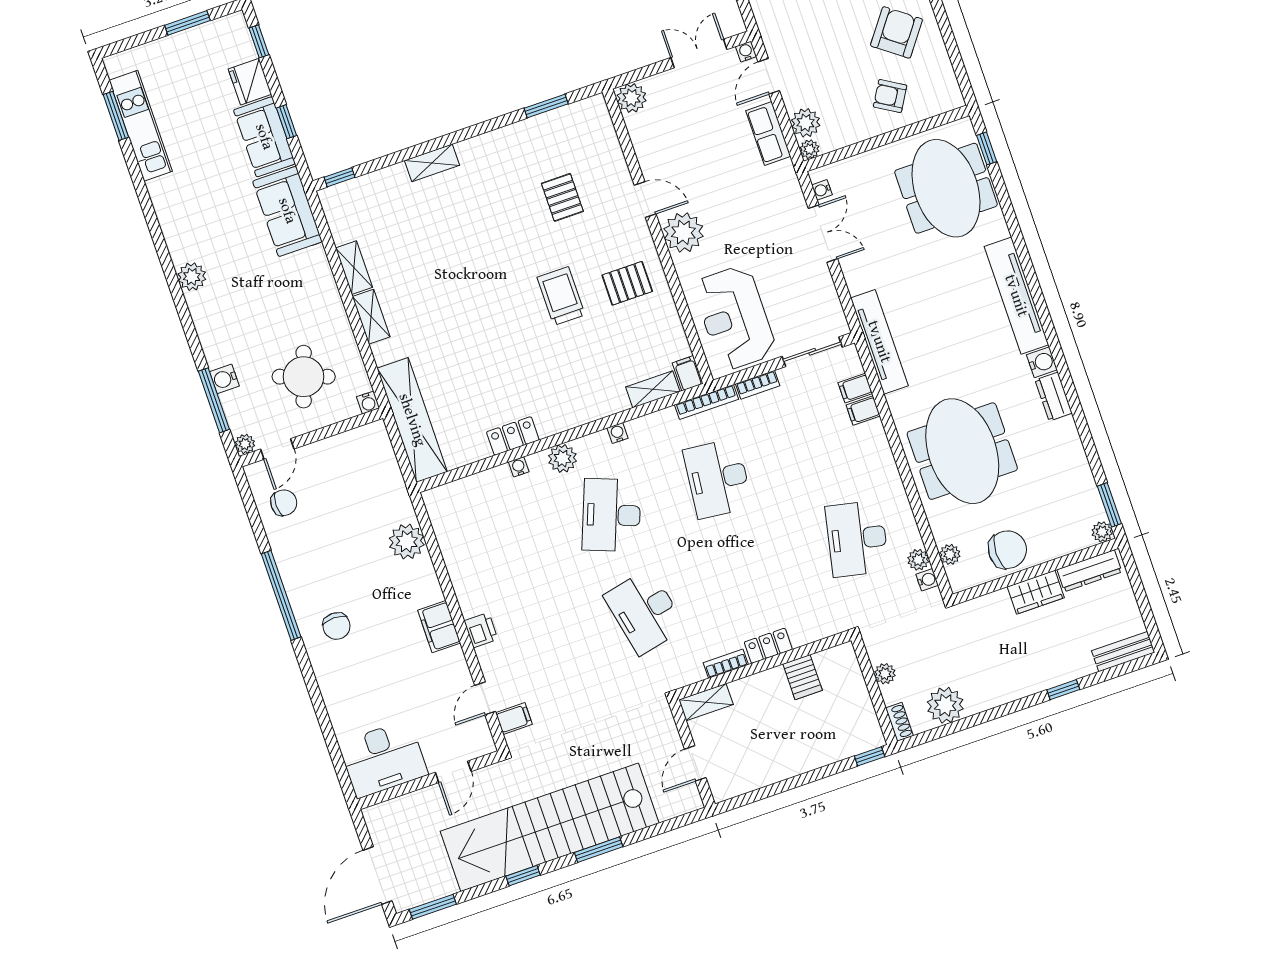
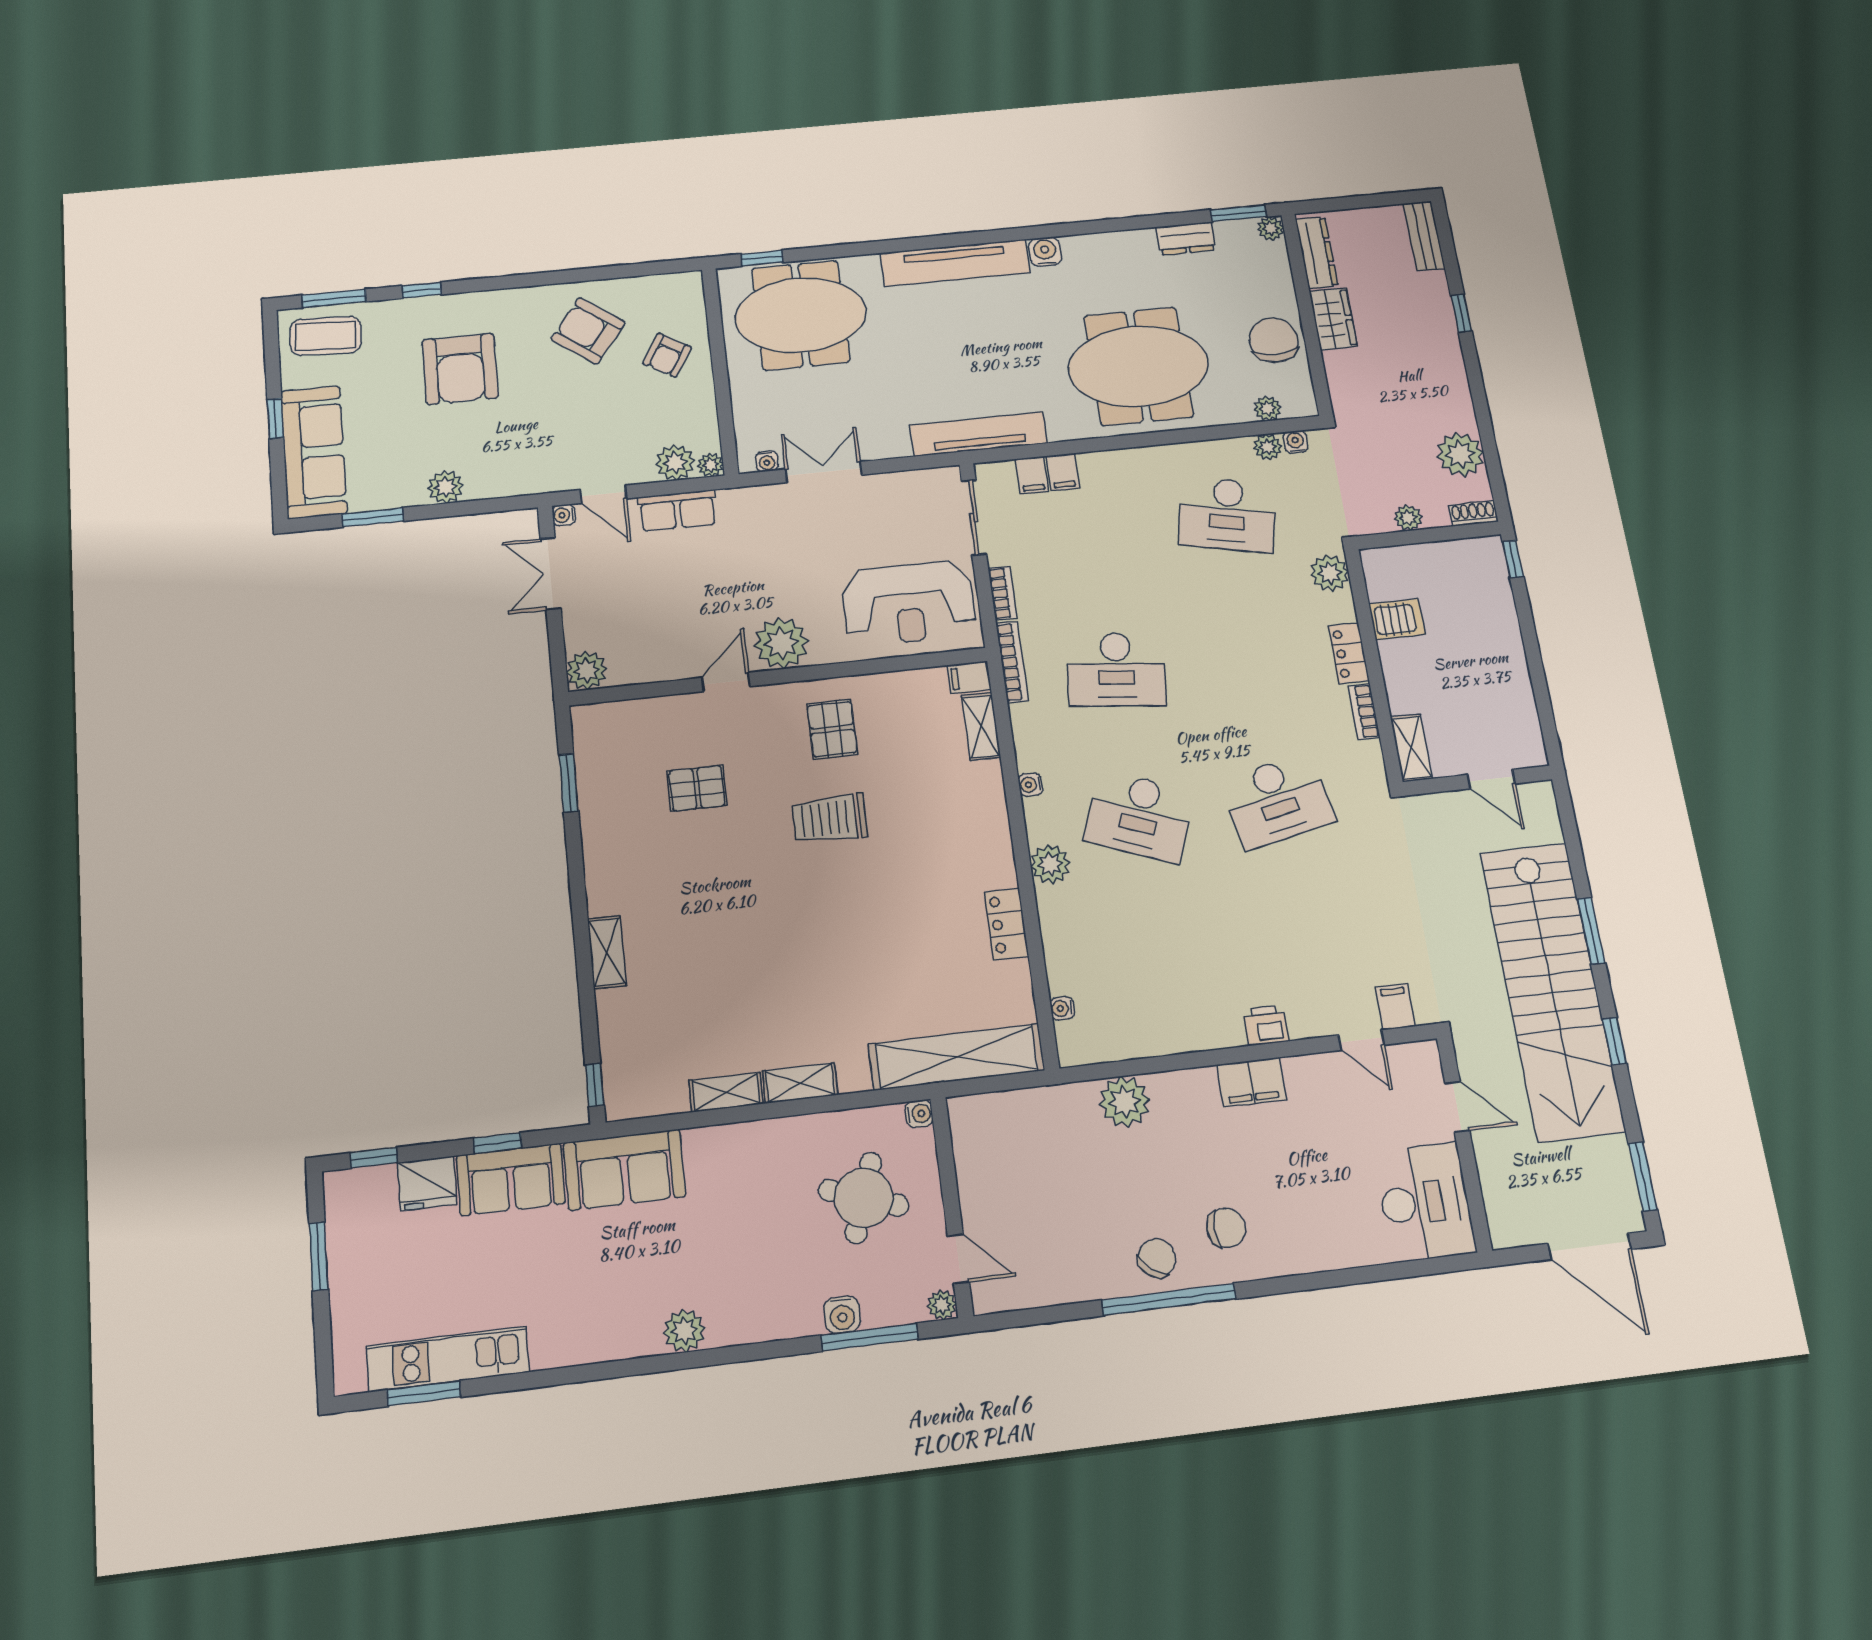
dresser: (1054, 397) -> (1186, 238), moved
water cooler: (519, 467) -> (1062, 1008), moved
chair: (284, 503) -> (1157, 1258), moved, turned 38
plant: (828, 622) -> (1330, 573), added

